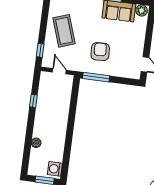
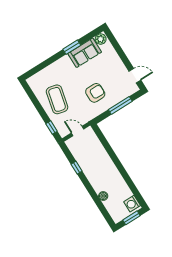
coffee table: (64, 31) -> (57, 99), turned 32
armchair: (100, 52) -> (95, 93), turned 93
window: (96, 77) -> (120, 105), moved

